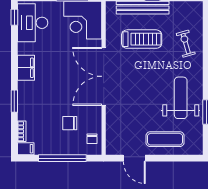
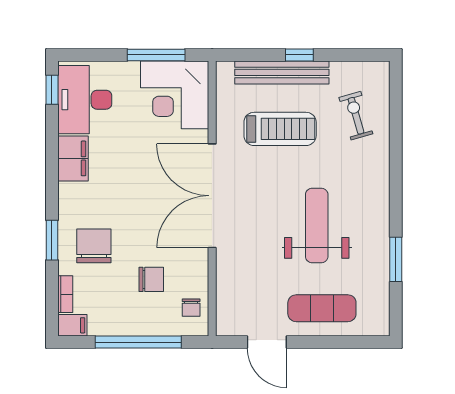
exercise bike: (186, 44) -> (356, 116), moved
filing cabinet: (26, 68) -> (73, 158), moved
weight bench: (181, 98) -> (317, 225), moved
chair: (38, 104) -> (94, 246), added
chair: (70, 123) -> (151, 279), turned 180

